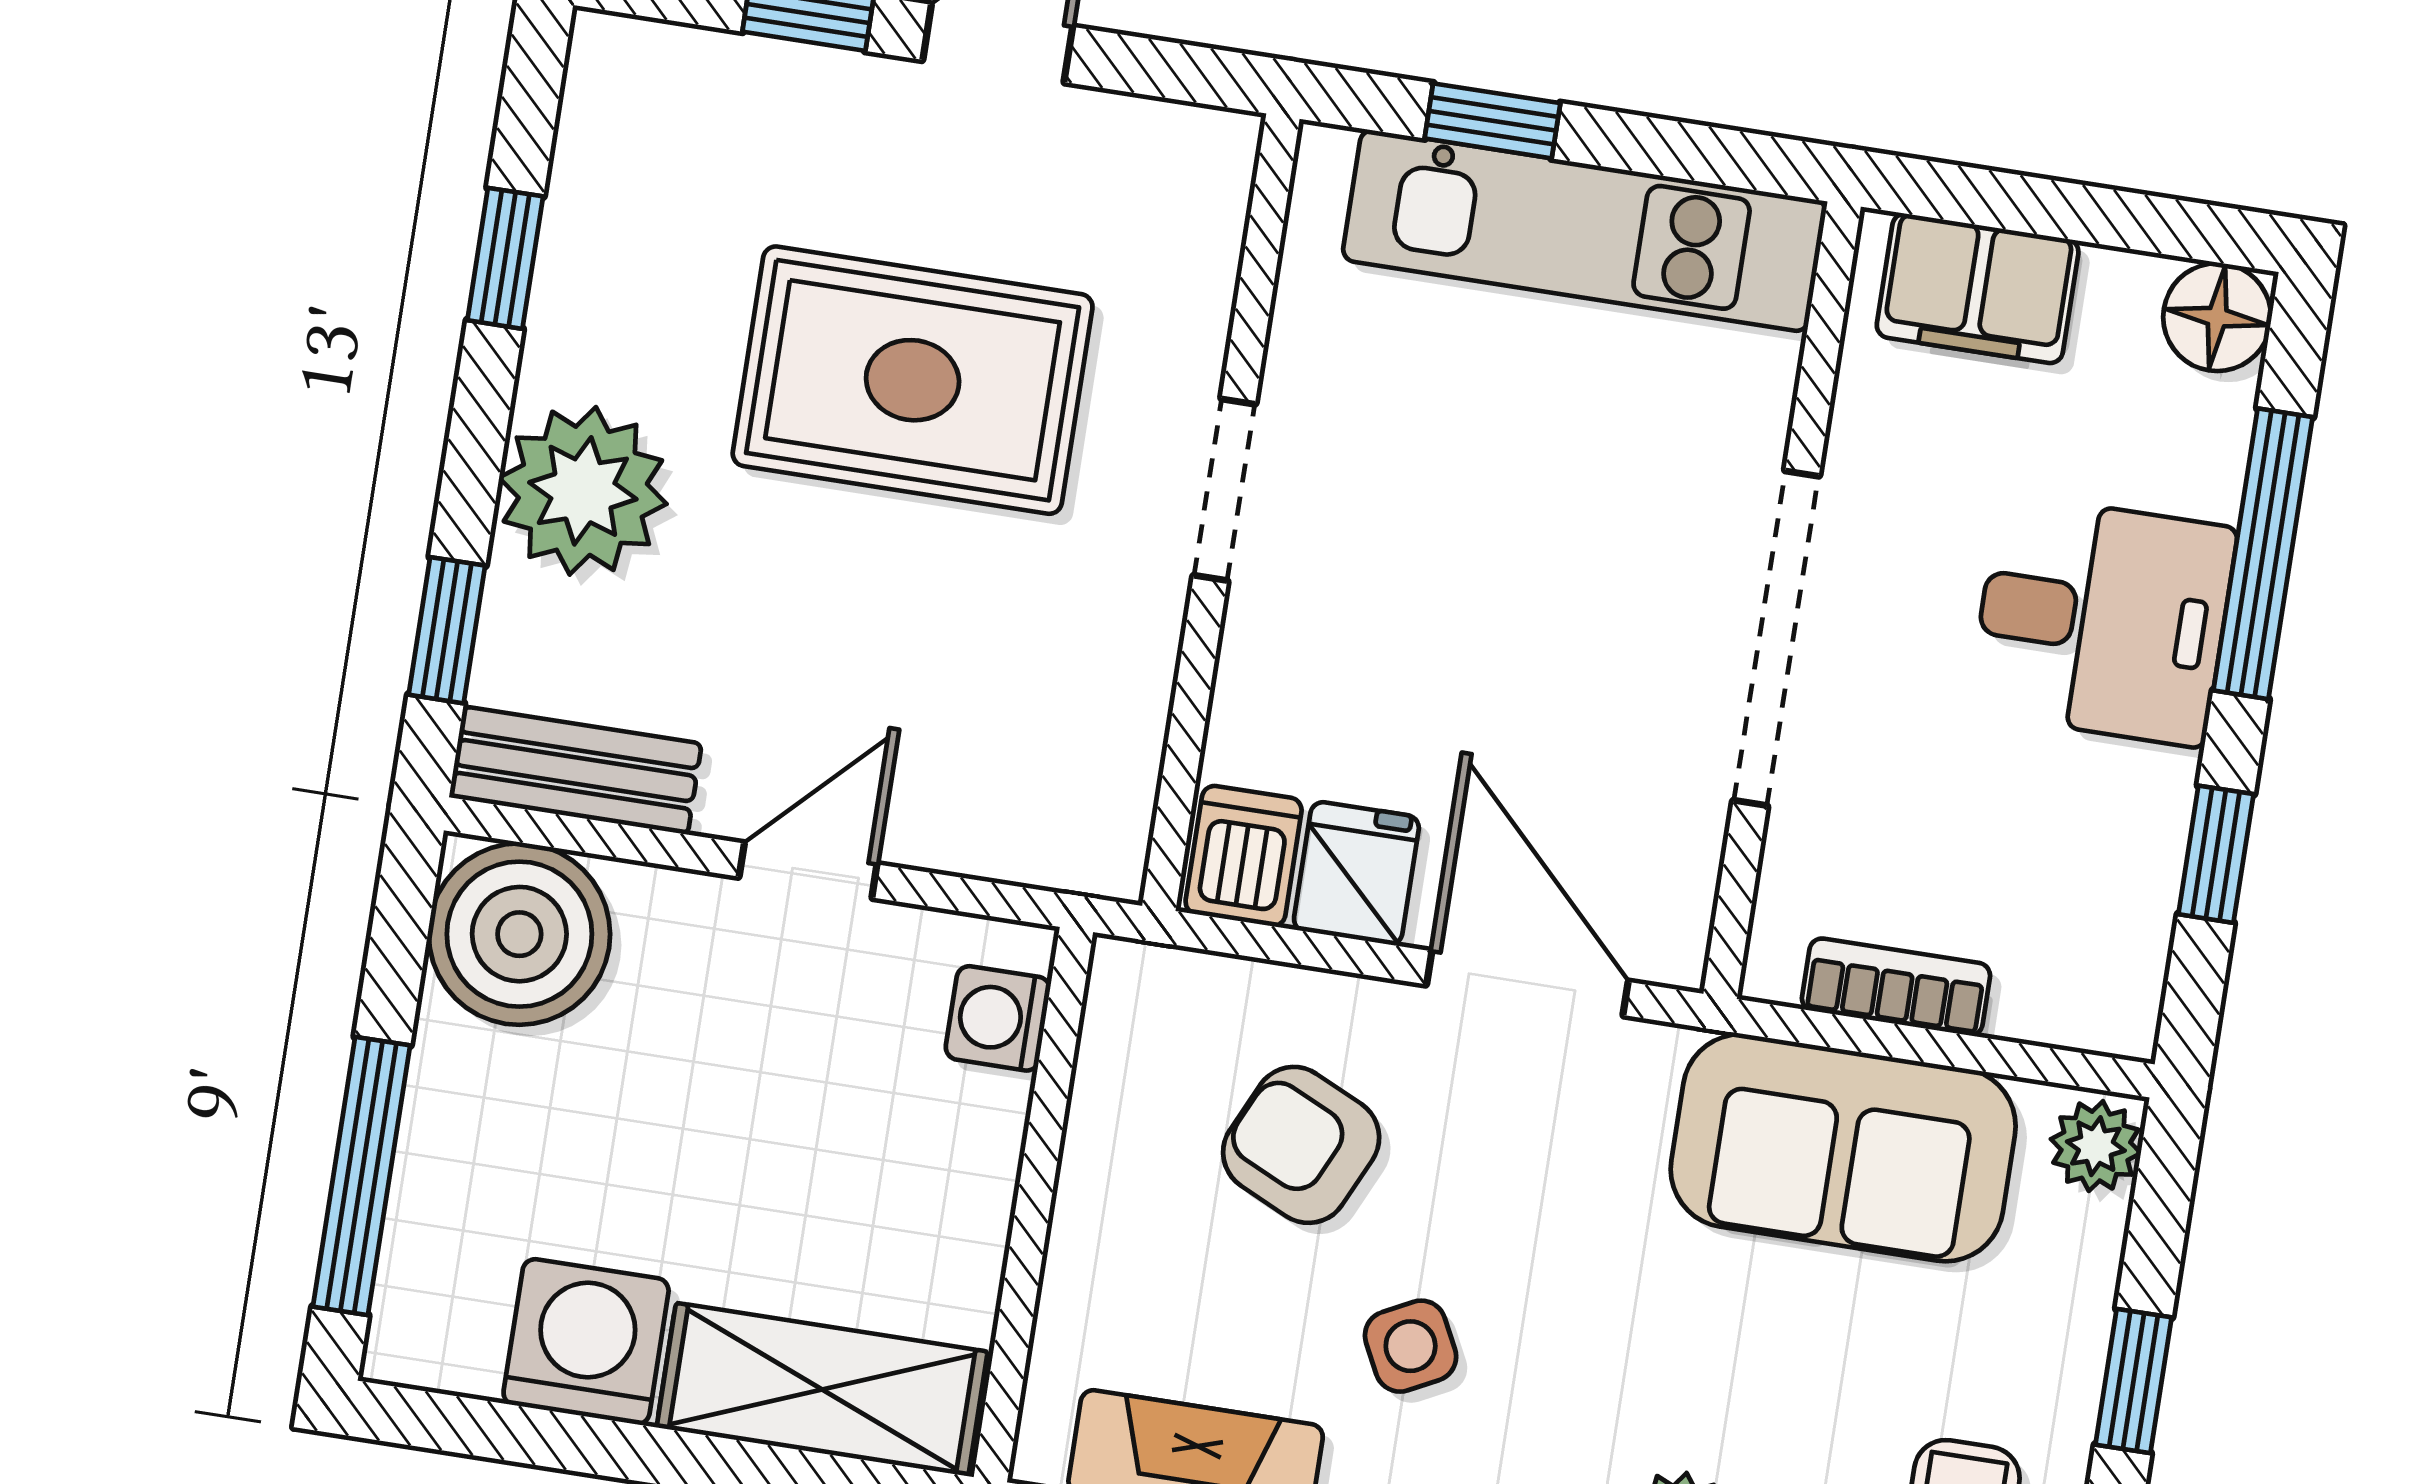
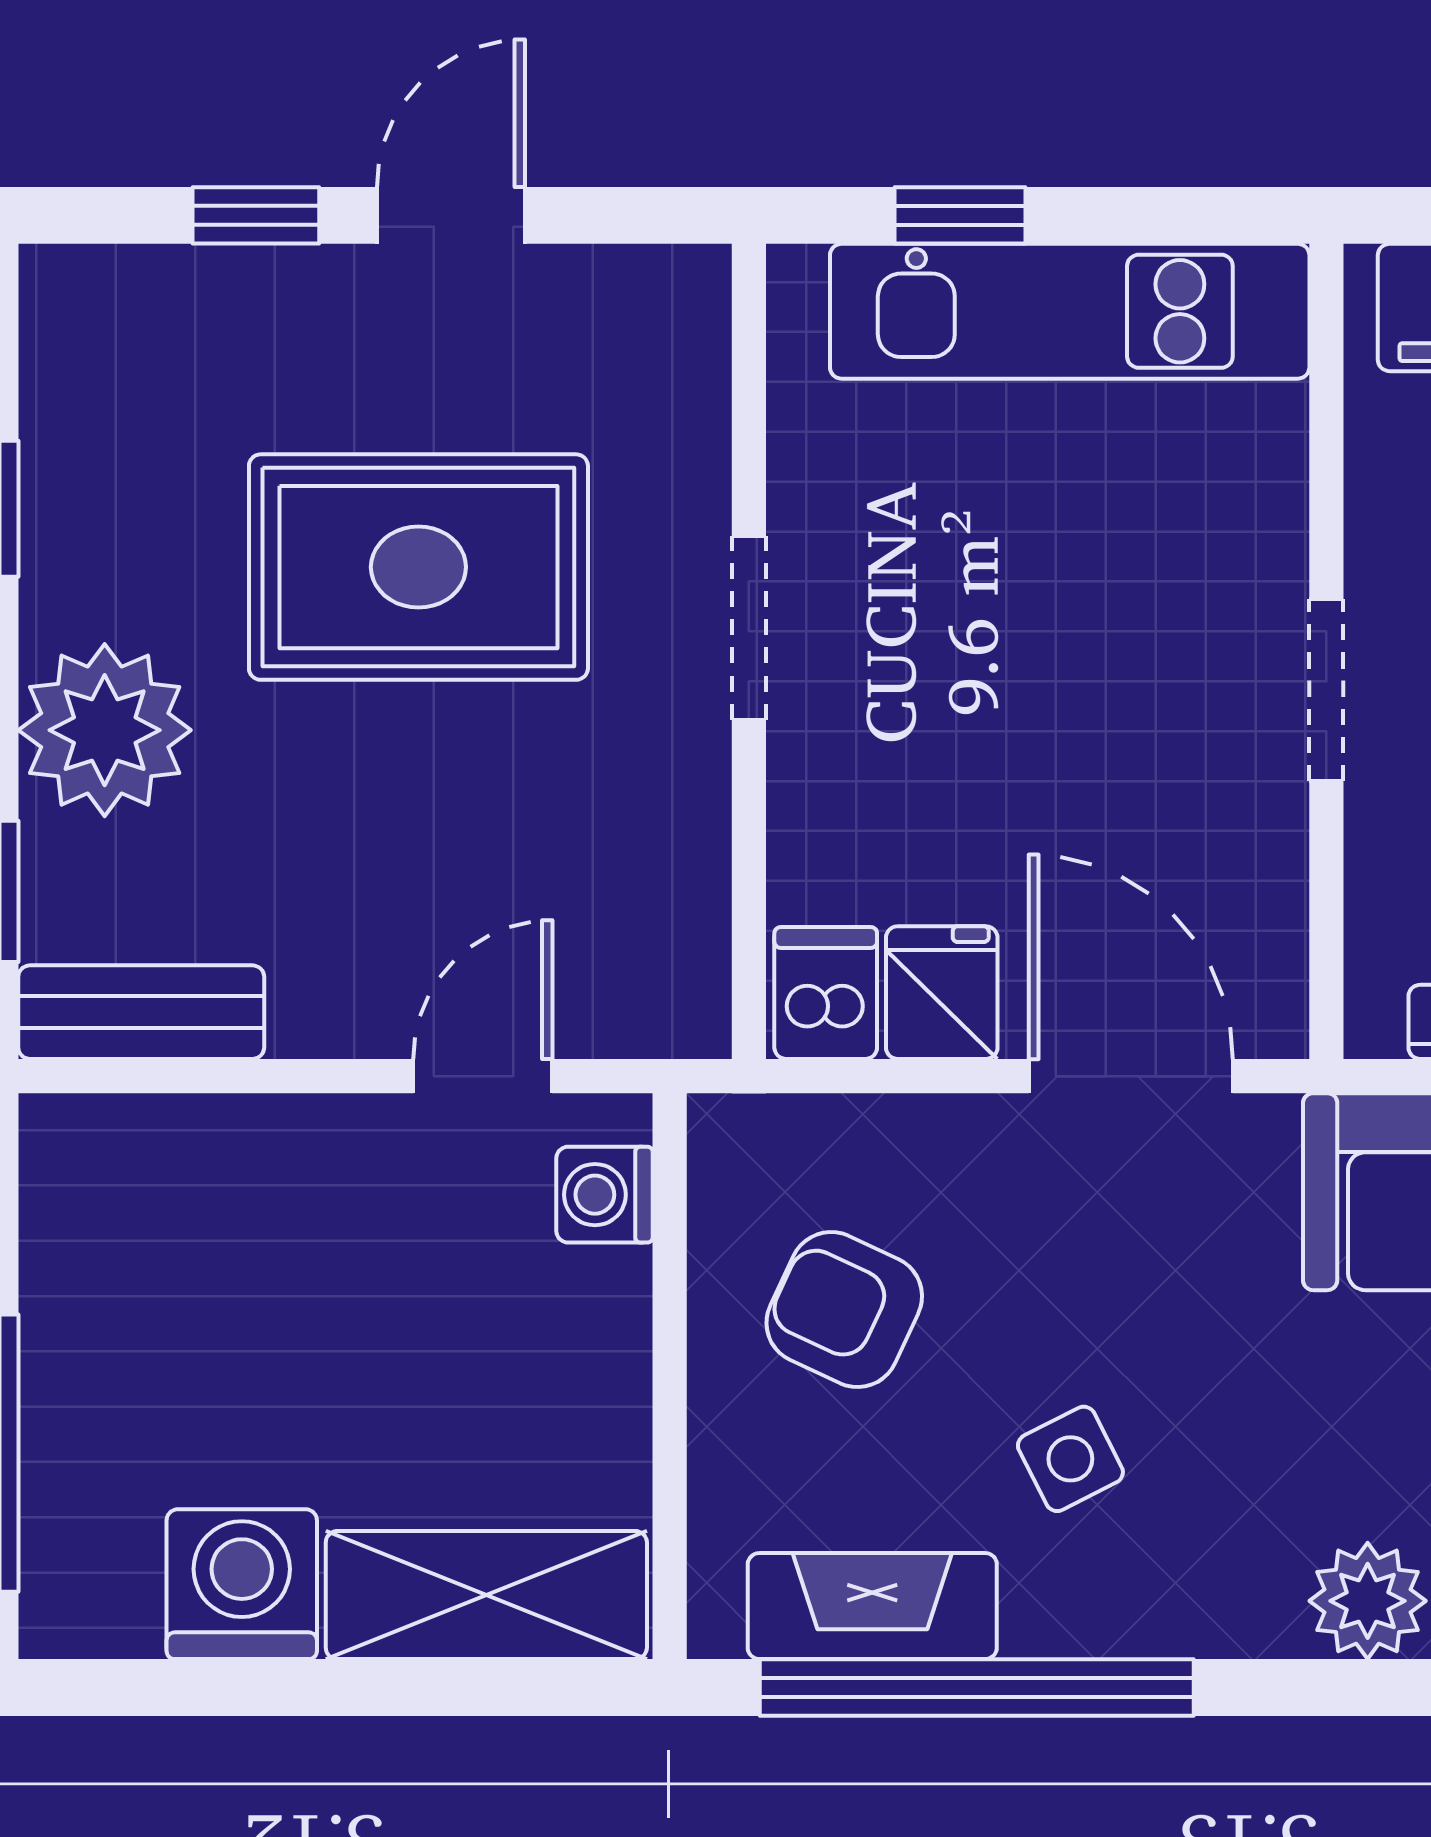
doorway: (1776, 638) -> (1326, 690), width x0.53
door: (808, 871) -> (483, 1076), moved
boiler: (519, 934) -> (111, 1185), removed
armchair: (1301, 1145) -> (844, 1310), moved

